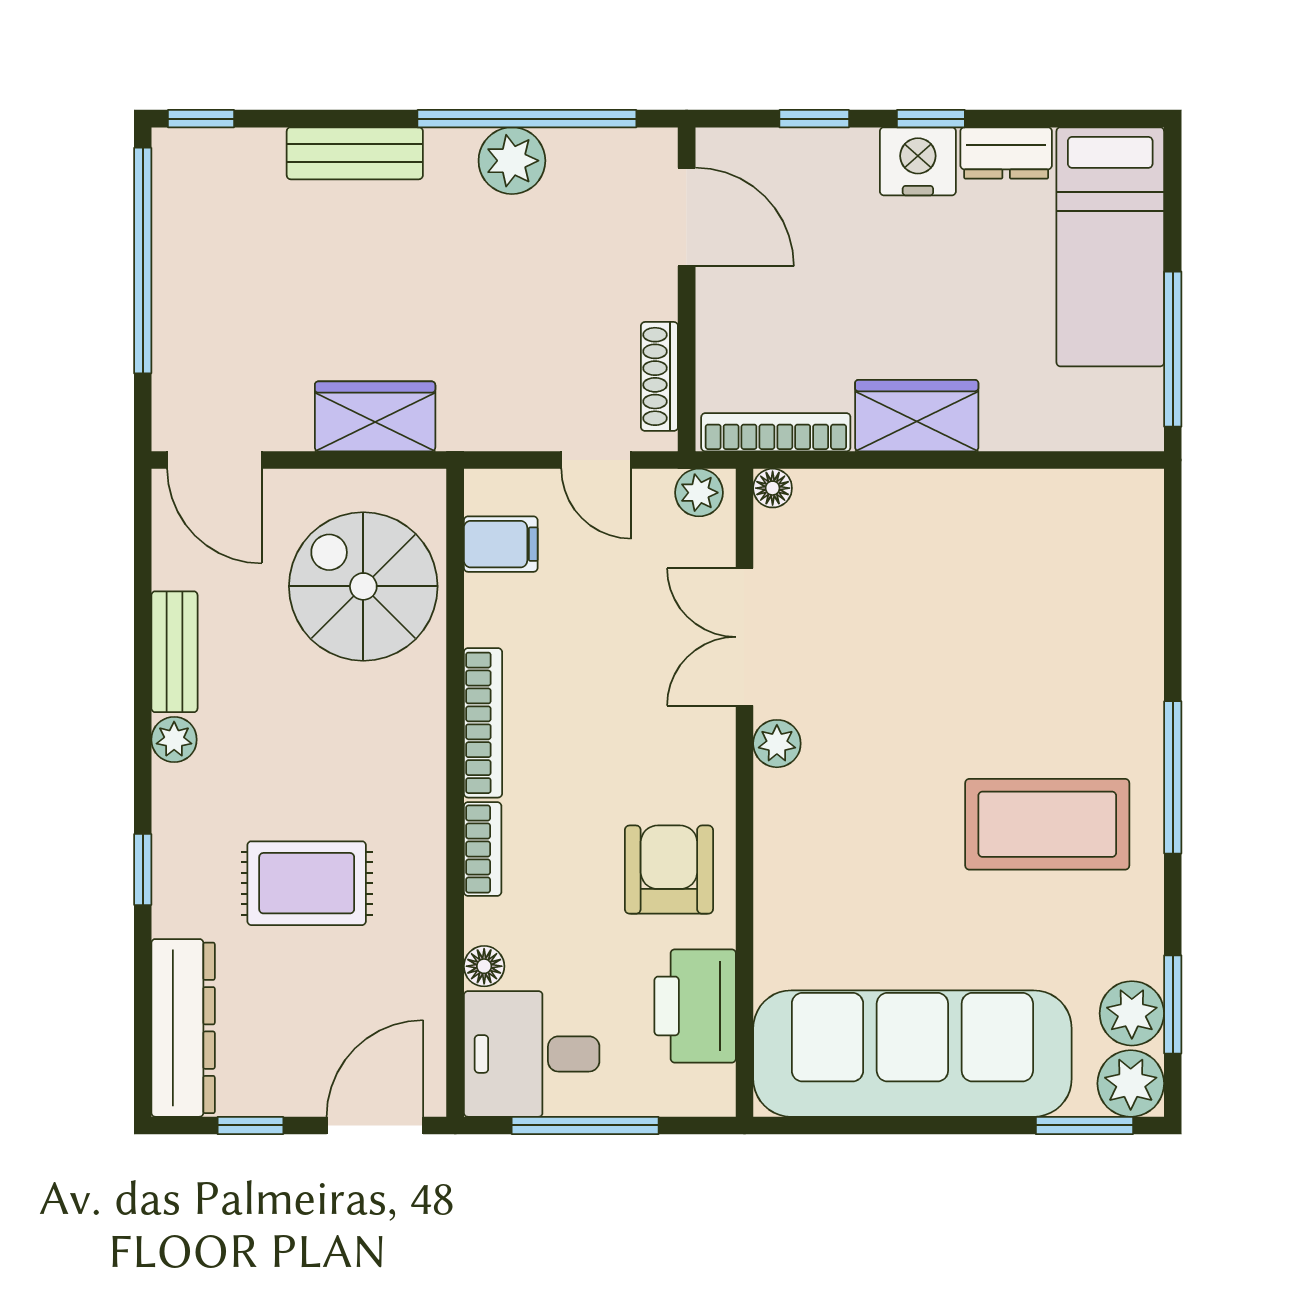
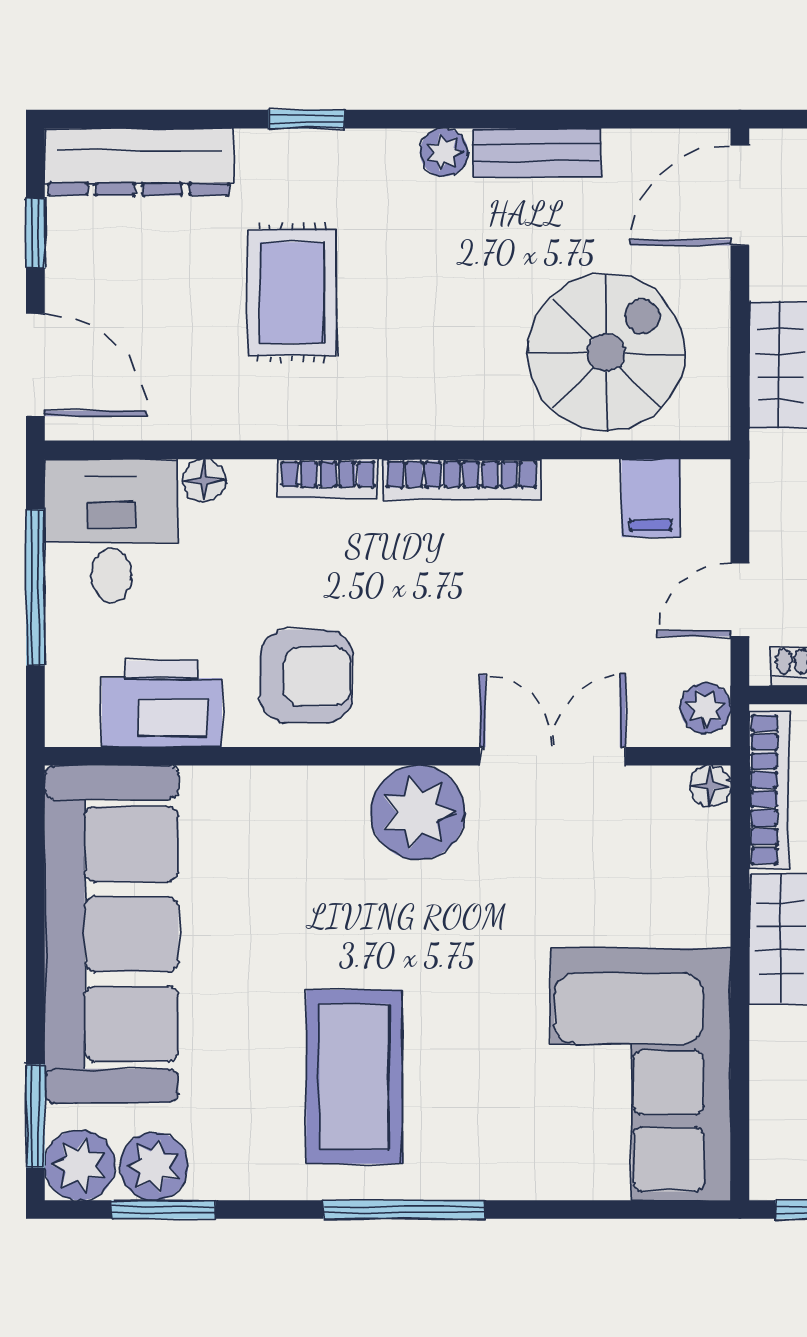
corner sofa: (1045, 554) -> (641, 1074), added
plant: (777, 744) -> (418, 813), width x1.88, depth x1.88

